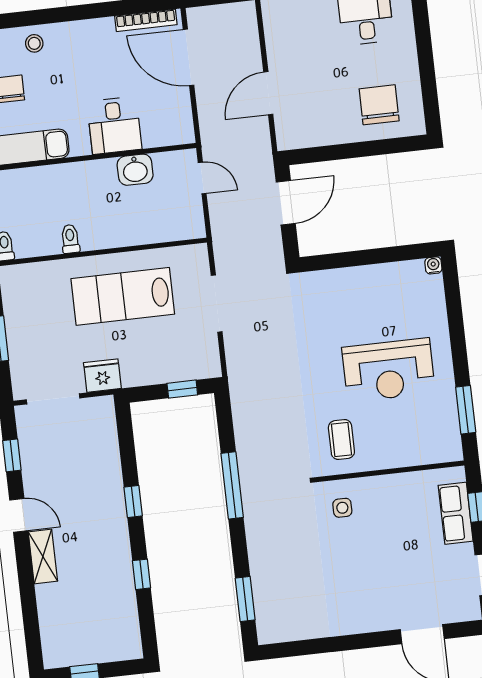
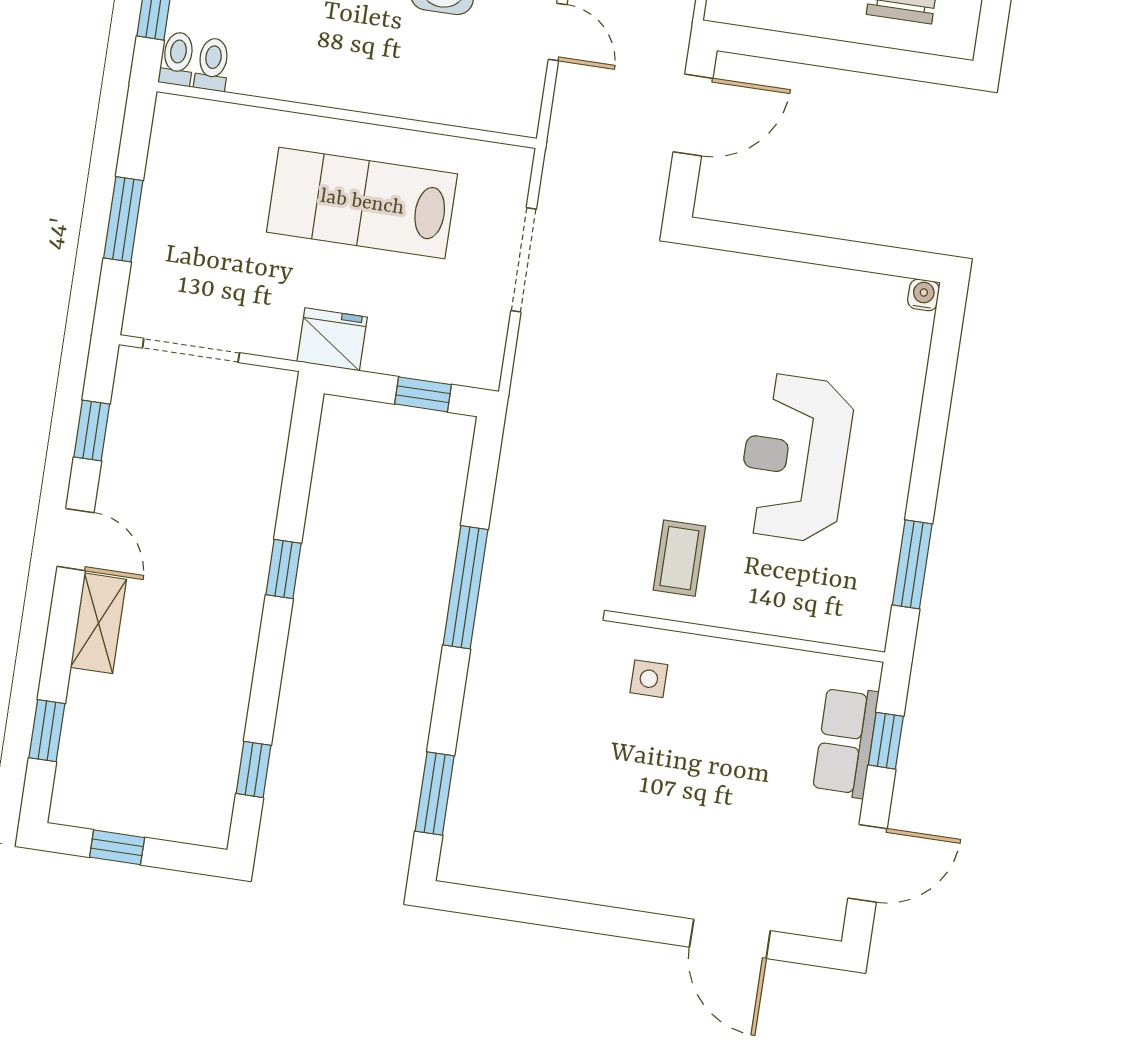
toilet: (70, 239) -> (212, 64), moved
reception desk: (388, 370) -> (795, 458), turned 90
fridge: (102, 376) -> (332, 339), moved
window: (141, 574) -> (254, 769), moved
window: (31, 621) -> (47, 731), added

